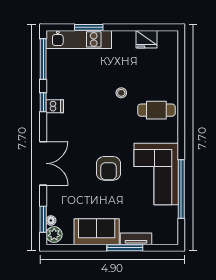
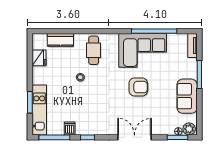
kitchen counter: (170, 67) -> (60, 40), added
dishwasher: (55, 106) -> (70, 128), moved
tv unit: (136, 239) -> (192, 46), moved

